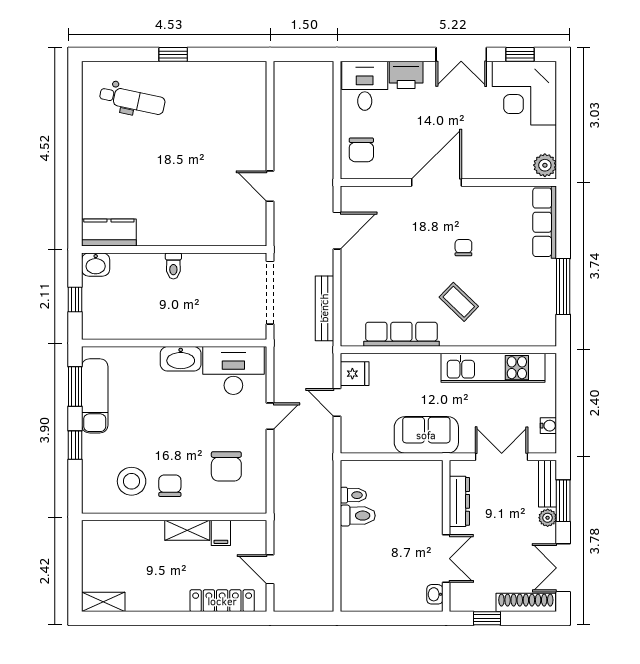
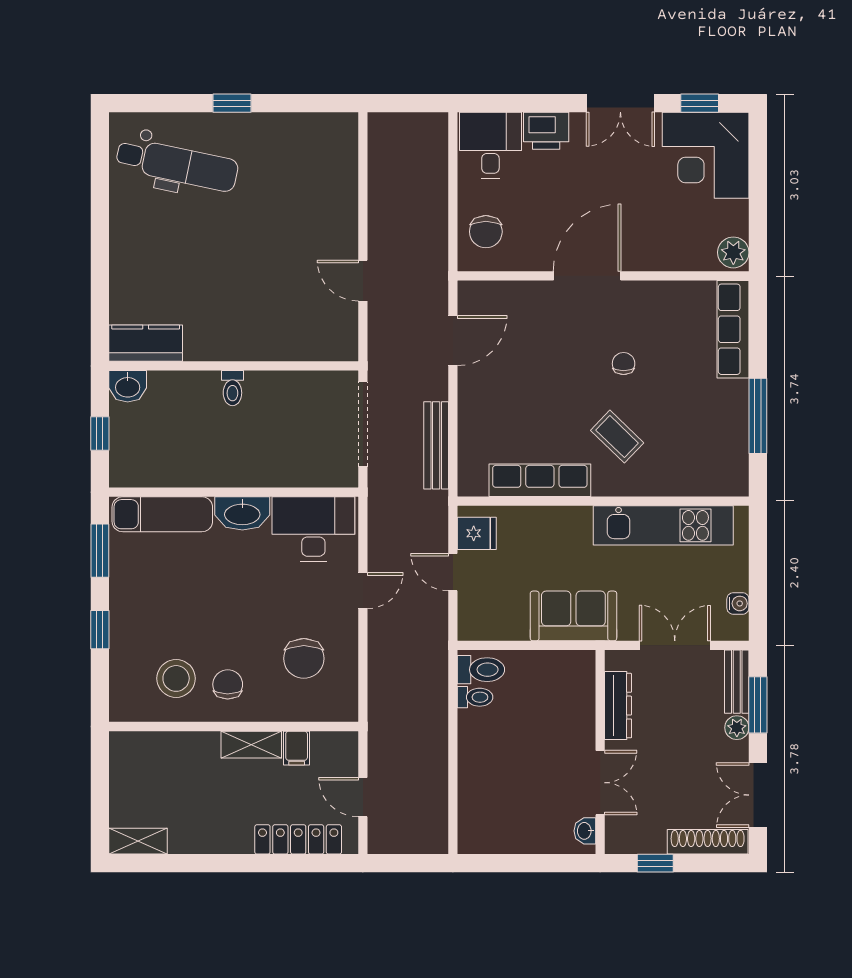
dental chair: (132, 100) -> (177, 165), width x1.36, depth x1.38
exam couch: (95, 396) -> (162, 514), moved, turned 90
toilet: (358, 516) -> (481, 670), moved

